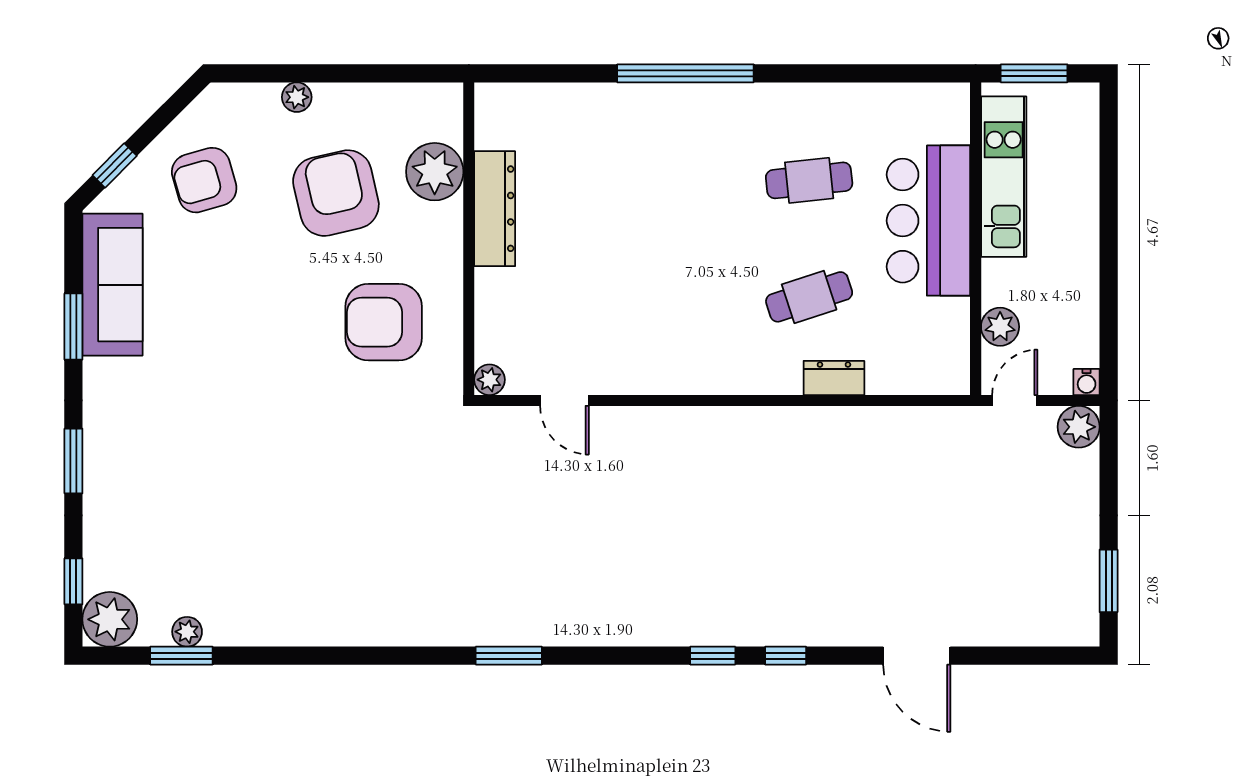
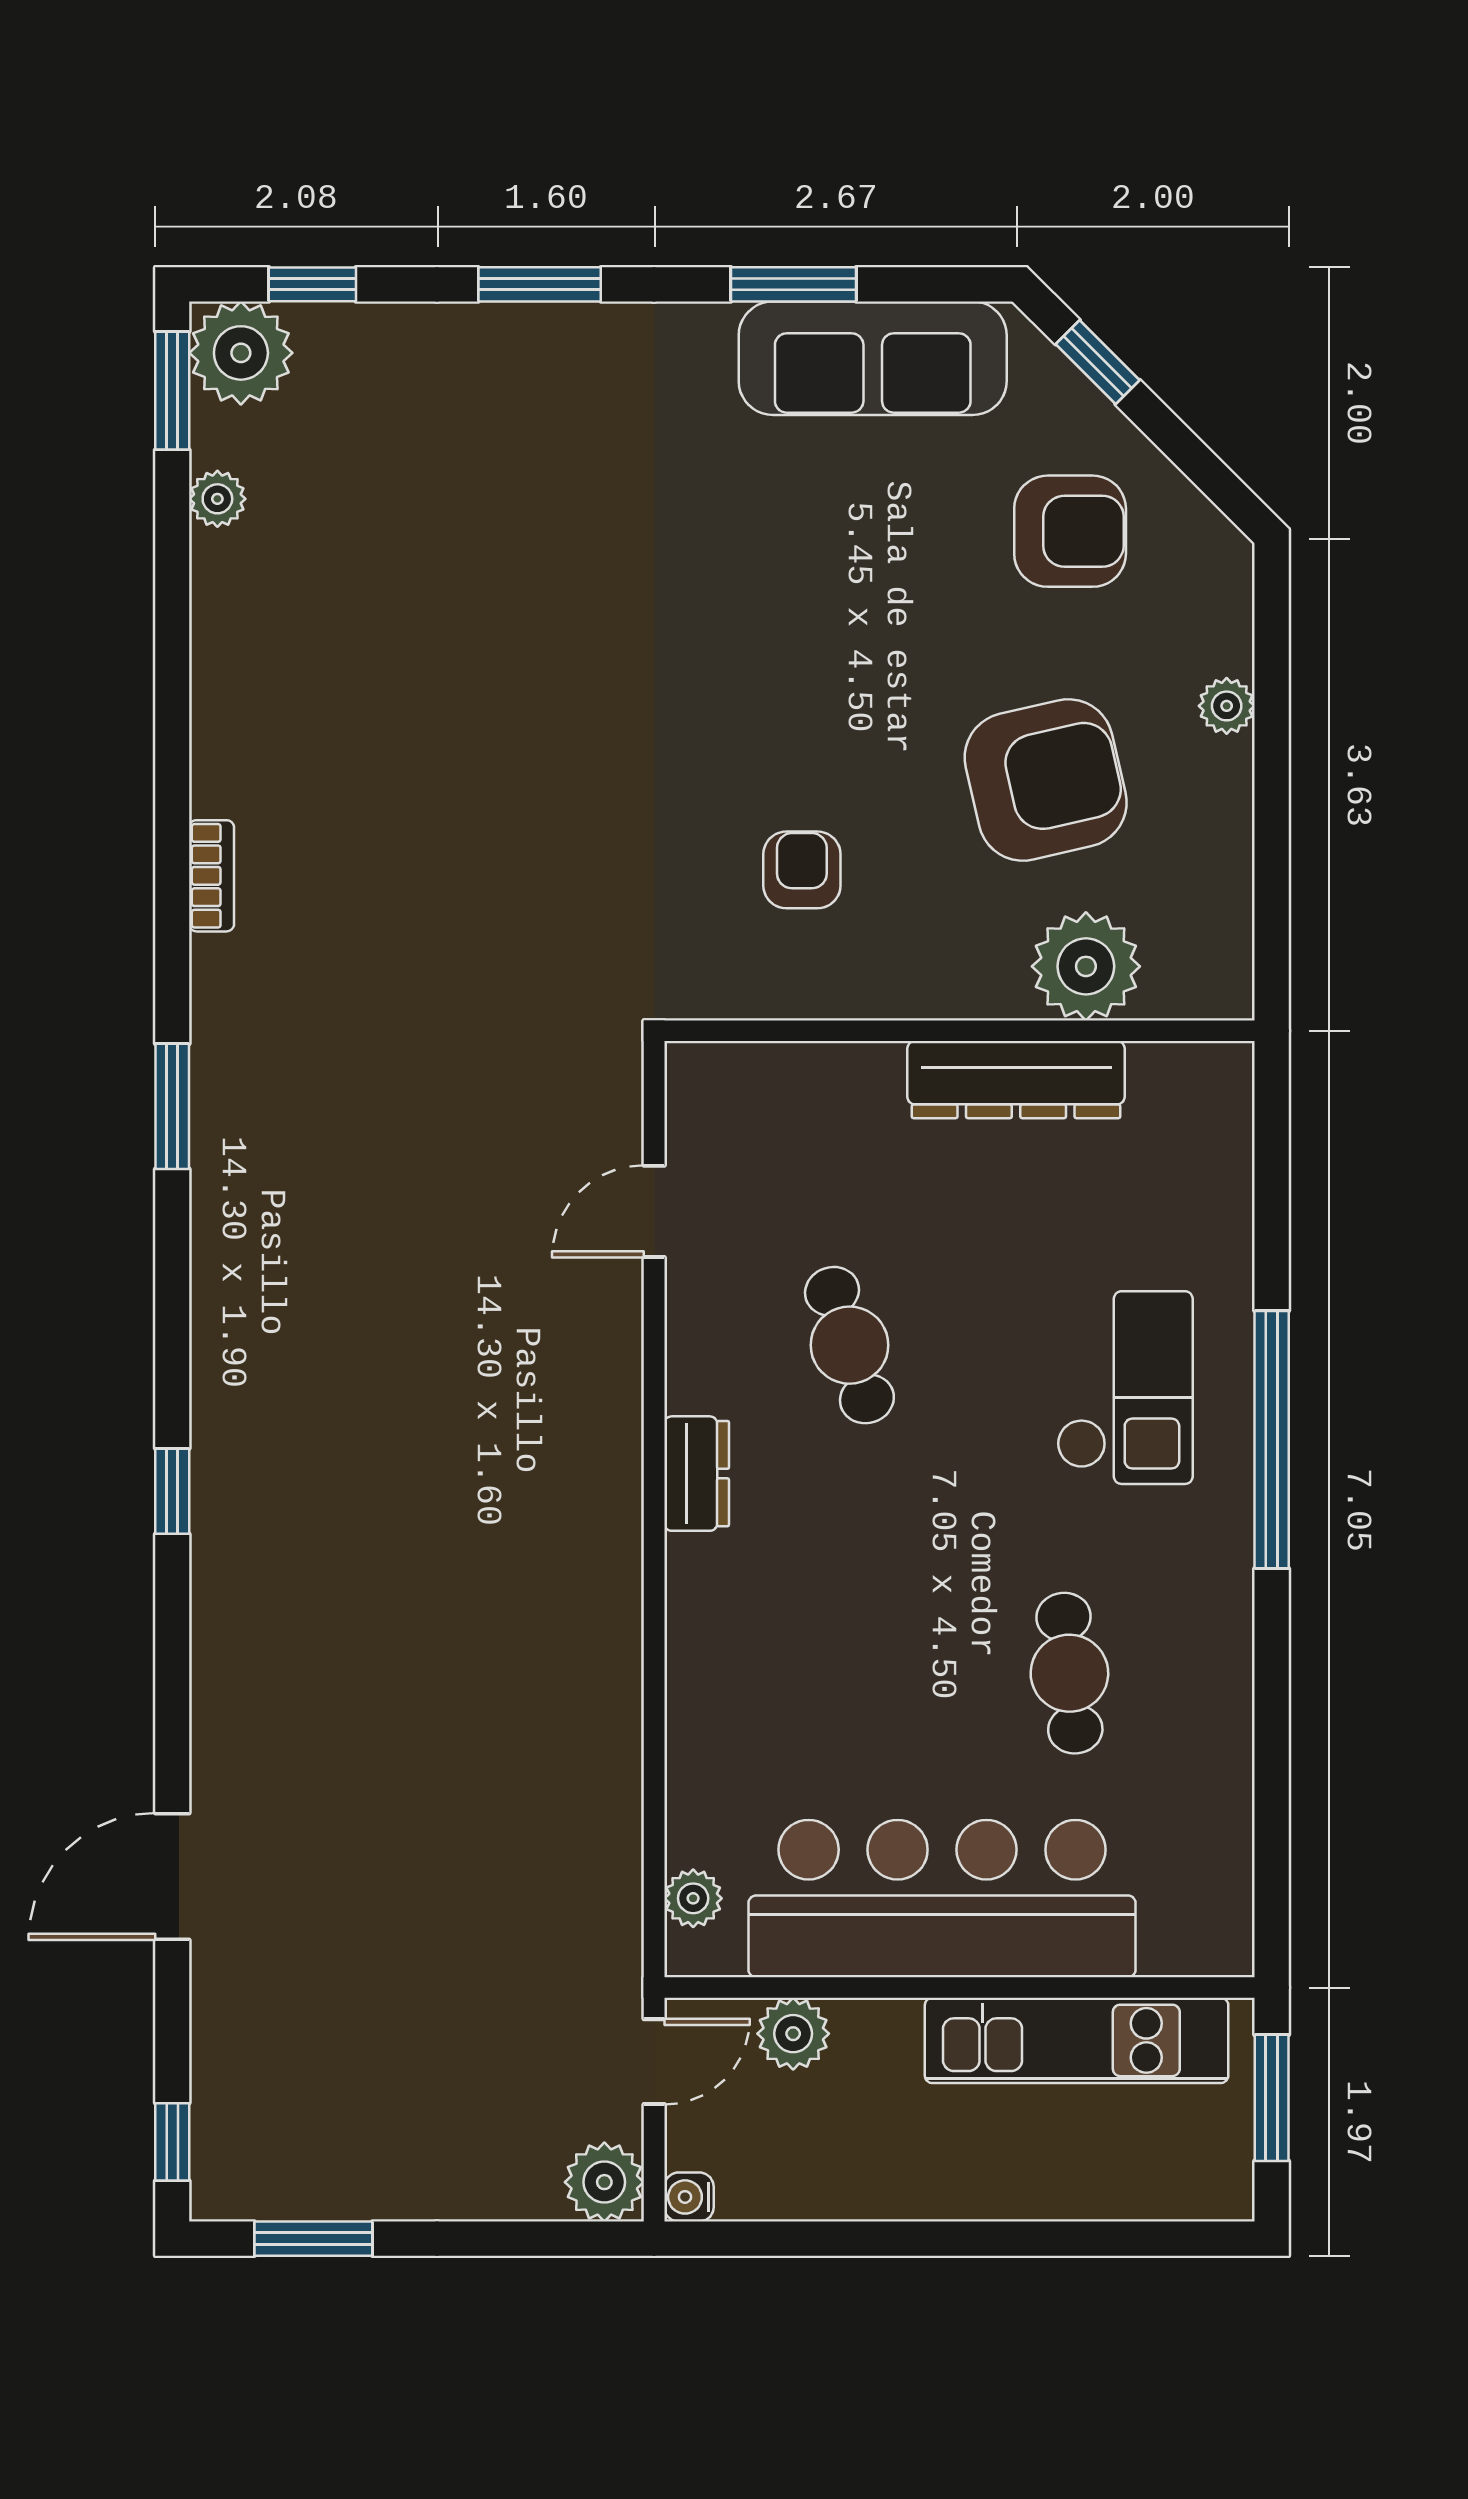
checkout: (658, 151) -> (1125, 1388), added
armchair: (204, 180) -> (1070, 531), turned 106
bar counter: (928, 221) -> (942, 1899), width x1.36
cafe table: (809, 297) -> (849, 1345), moved
armchair: (384, 322) -> (802, 870), width x0.53, depth x0.53
dresser: (834, 378) -> (697, 1474), moved
plant: (489, 380) -> (693, 1898), moved
door: (1015, 400) -> (654, 2062), hinge flipped
bookcase: (387, 635) -> (212, 876), added
window: (181, 656) -> (172, 391), moved
window: (786, 656) -> (172, 2142), moved

